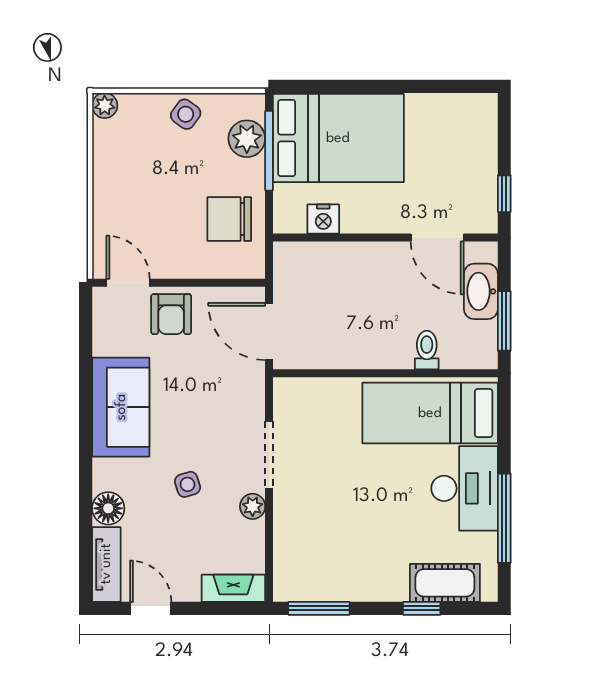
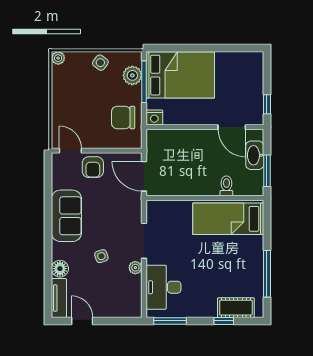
nightstand: (323, 219) -> (154, 117), moved
desk: (465, 488) -> (163, 287), moved, turned 180
fireplace: (233, 588) -> (125, 310), removed

